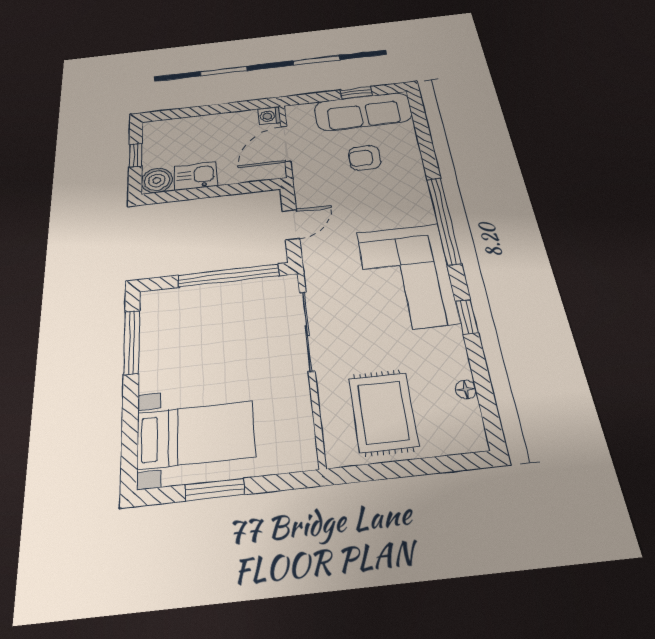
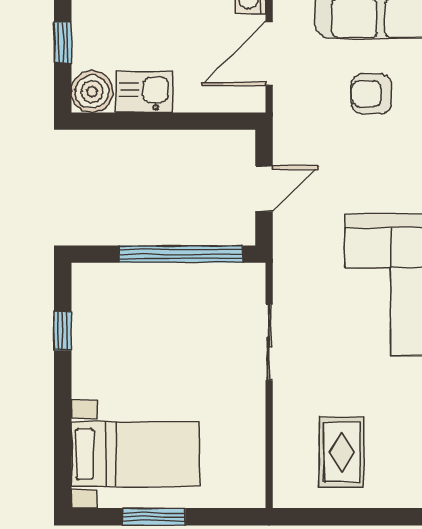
sliding door: (307, 331) -> (269, 342), width x0.73
window: (132, 342) -> (63, 331), width x0.46
rug: (383, 412) -> (342, 452), width x0.73, depth x0.70

